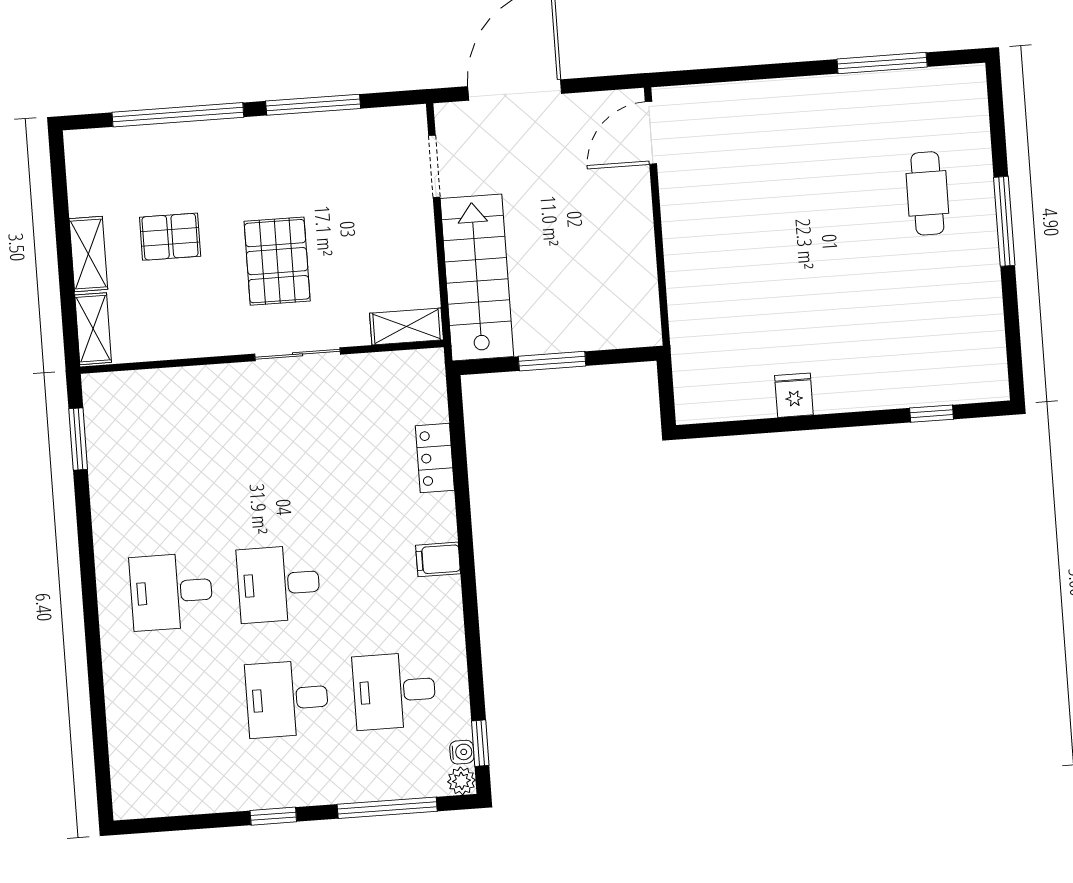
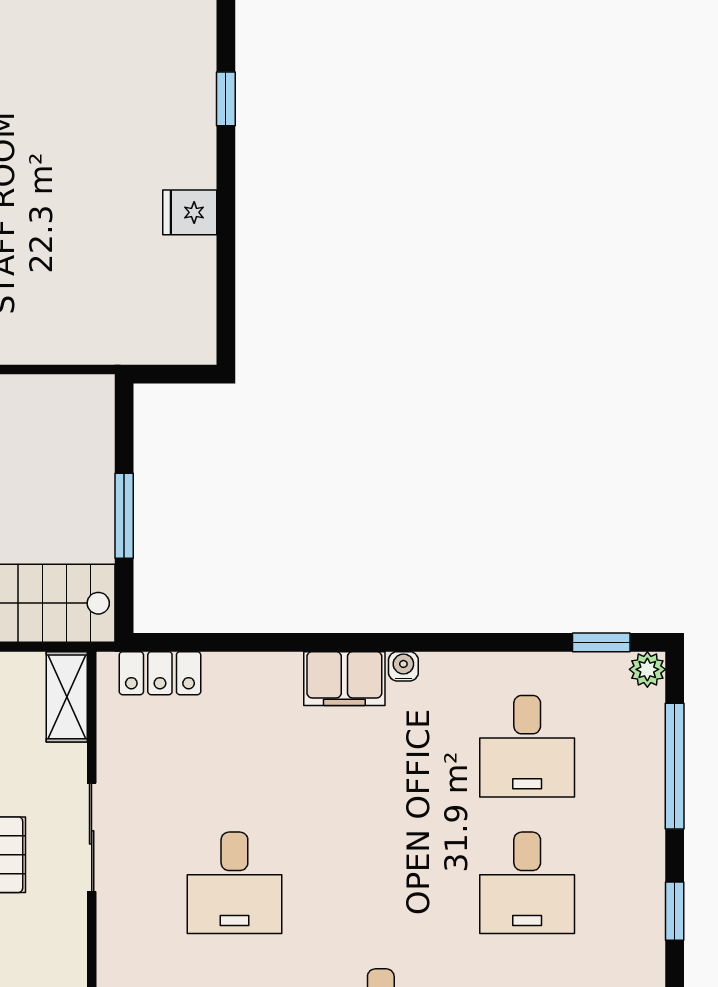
window: (932, 414) -> (226, 99), moved
locker: (435, 458) -> (160, 673), moved
filing cabinet: (438, 559) -> (344, 679), width x2.00
desk: (279, 584) -> (234, 883), moved
water cooler: (462, 752) -> (403, 666), moved

